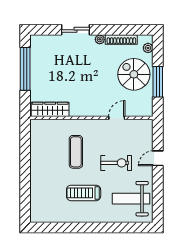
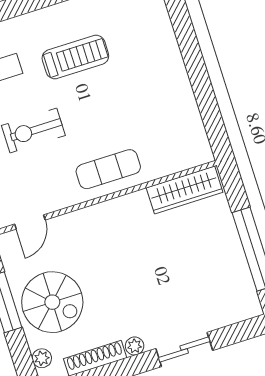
door: (117, 118) -> (30, 222), moved
exercise mat: (76, 152) -> (108, 169), moved, turned 90

